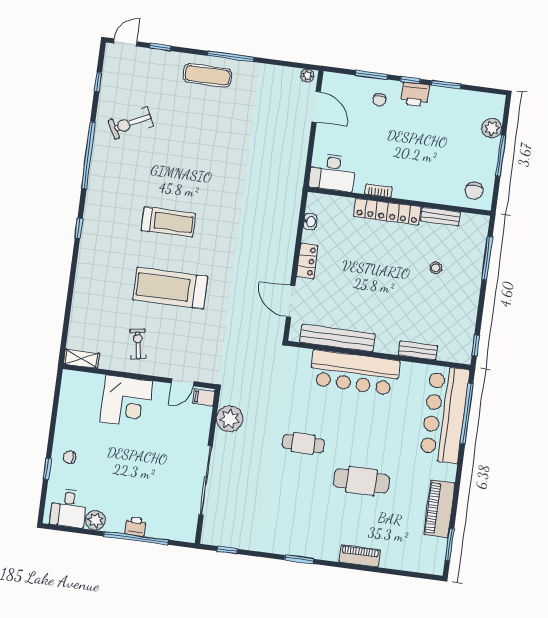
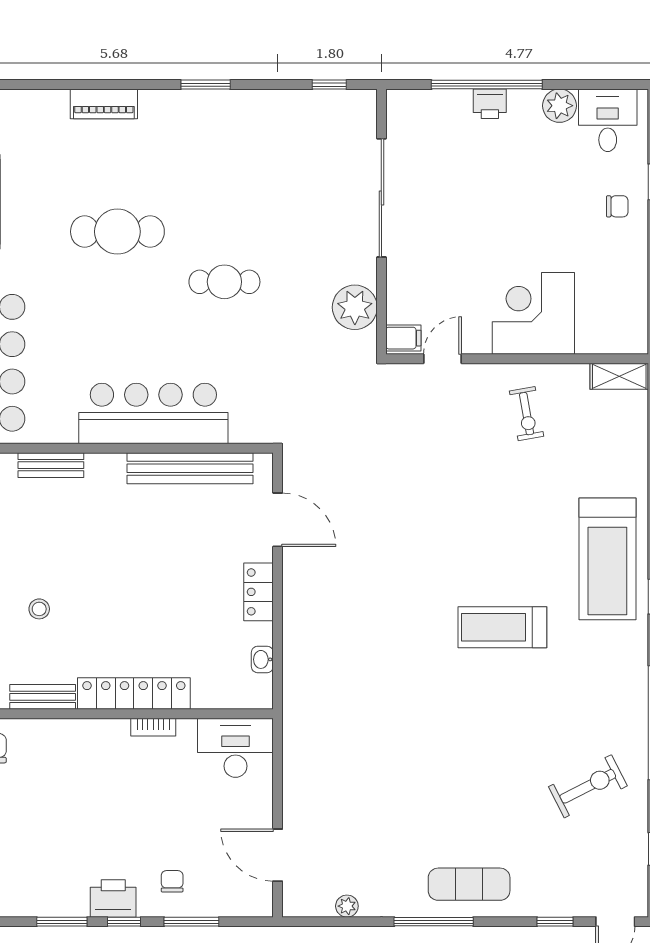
plant: (307, 76) -> (347, 906), moved
treadmill: (170, 288) -> (607, 559), moved, turned 90

